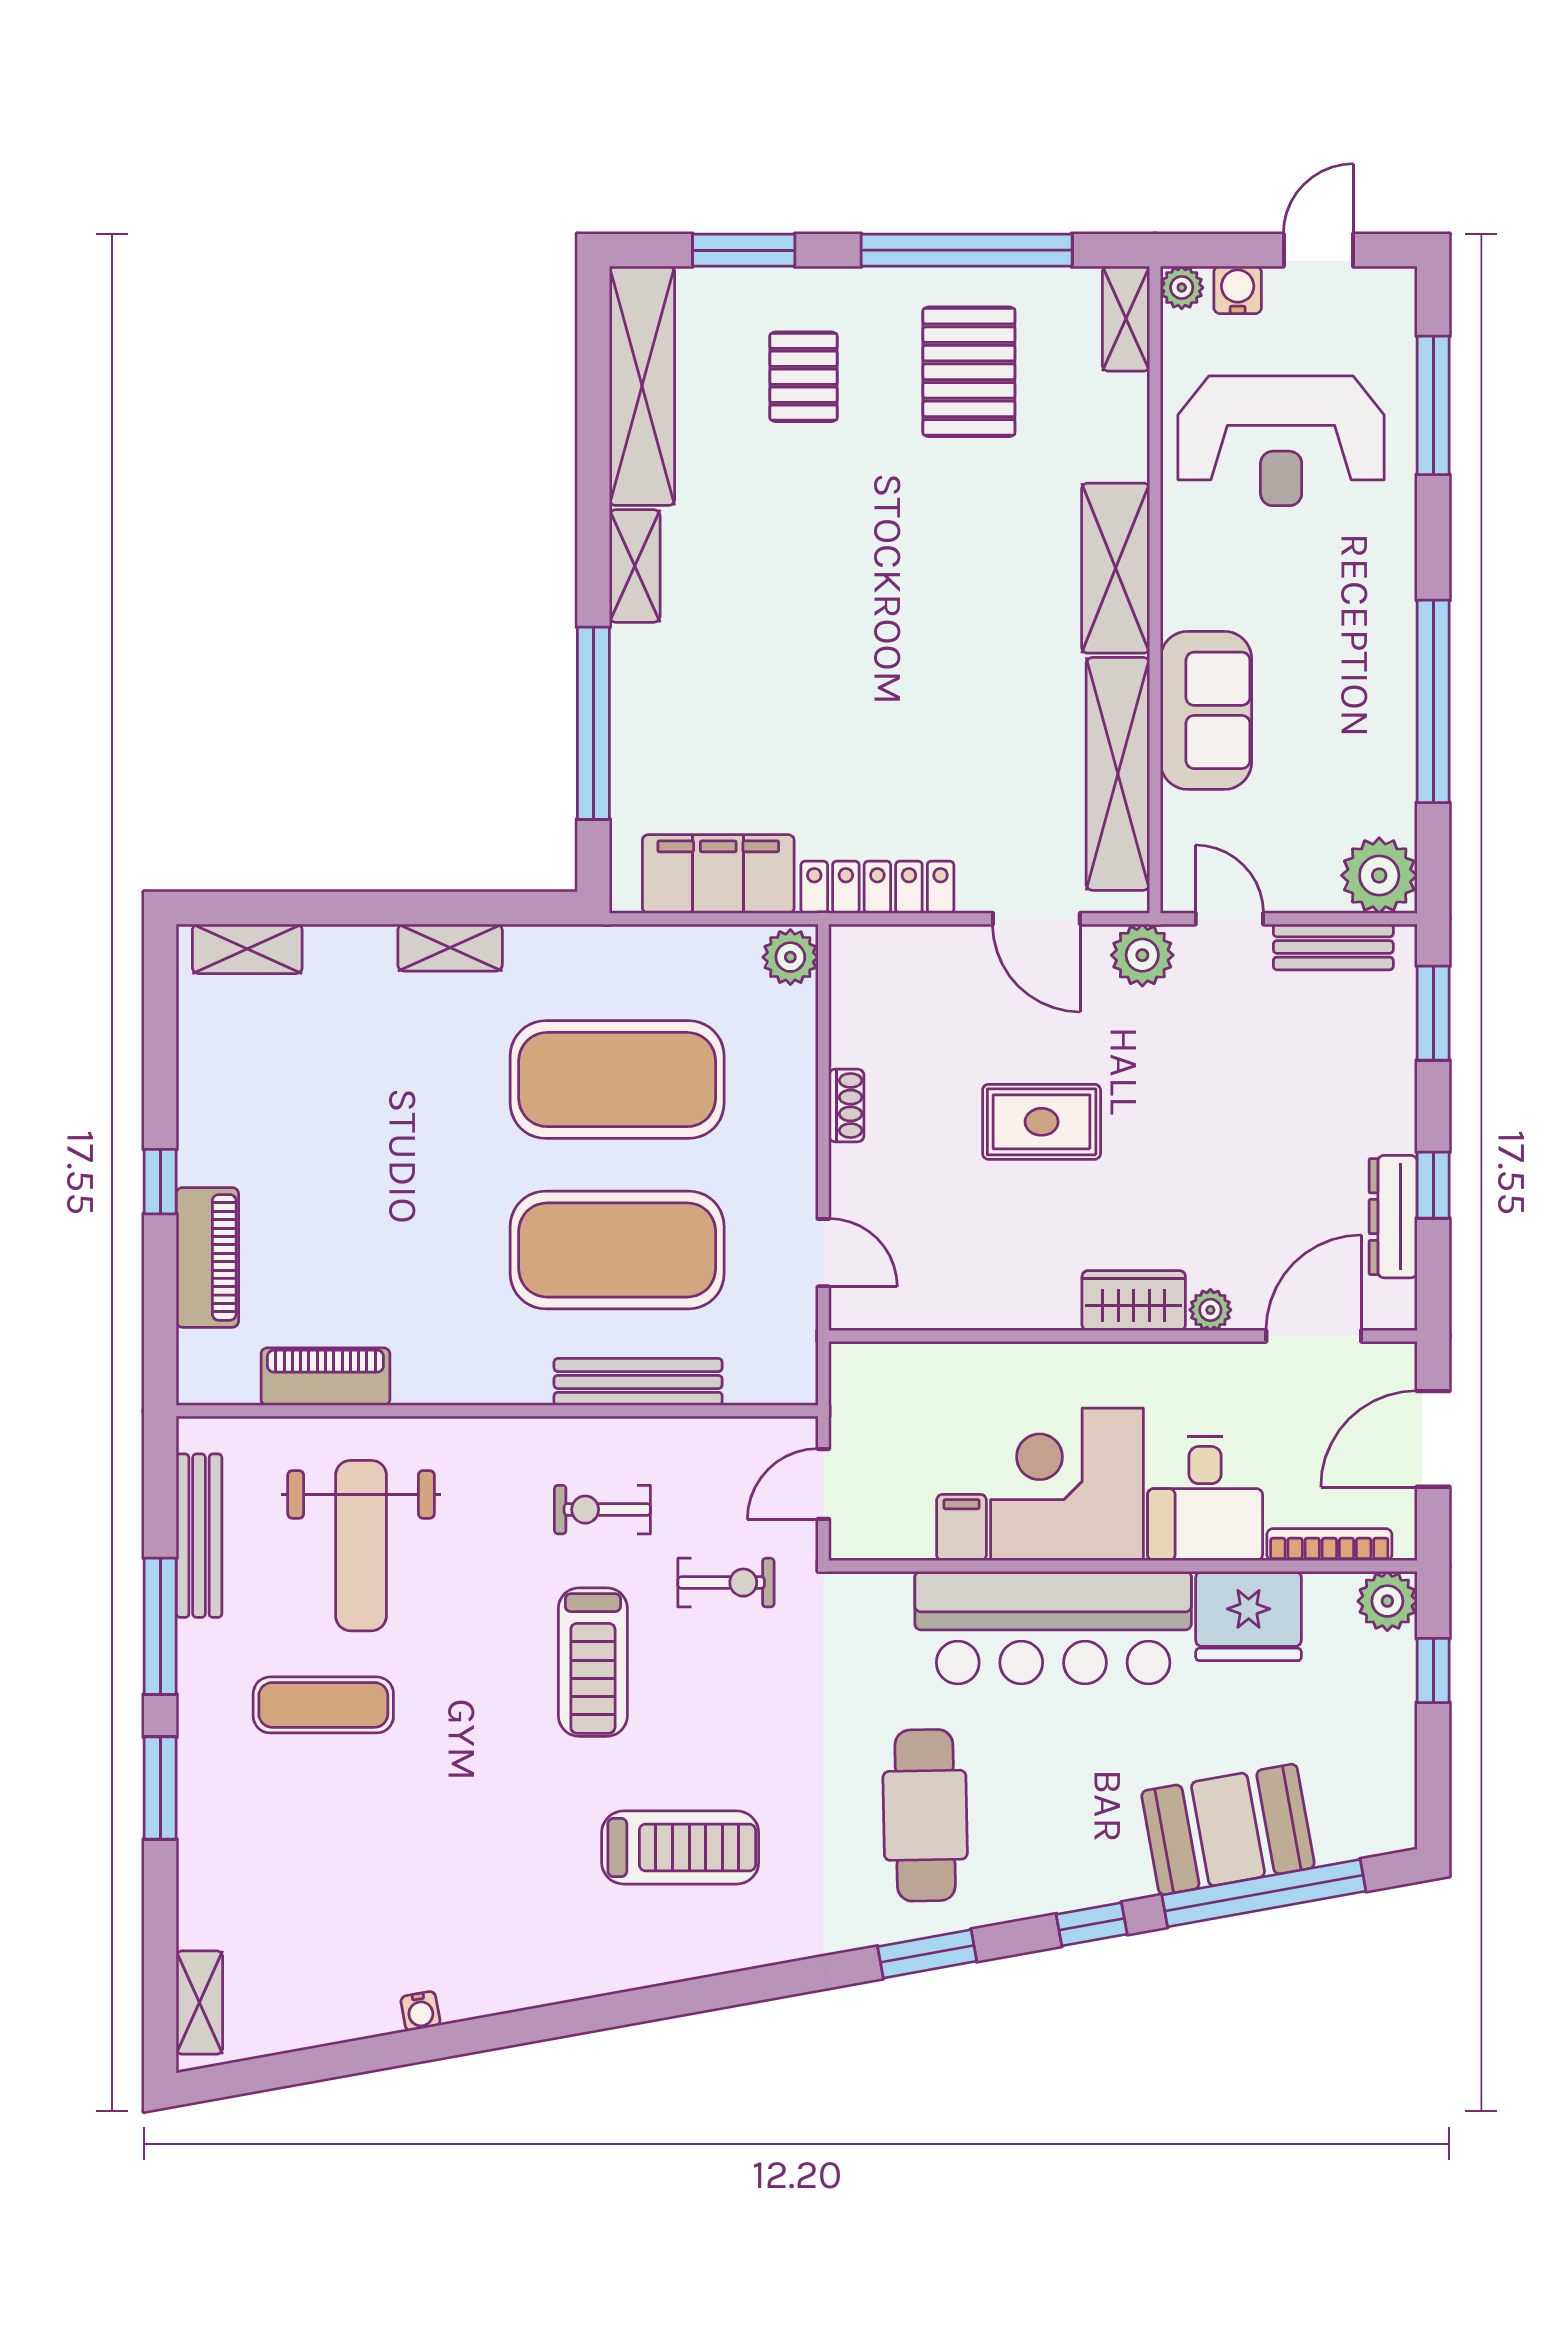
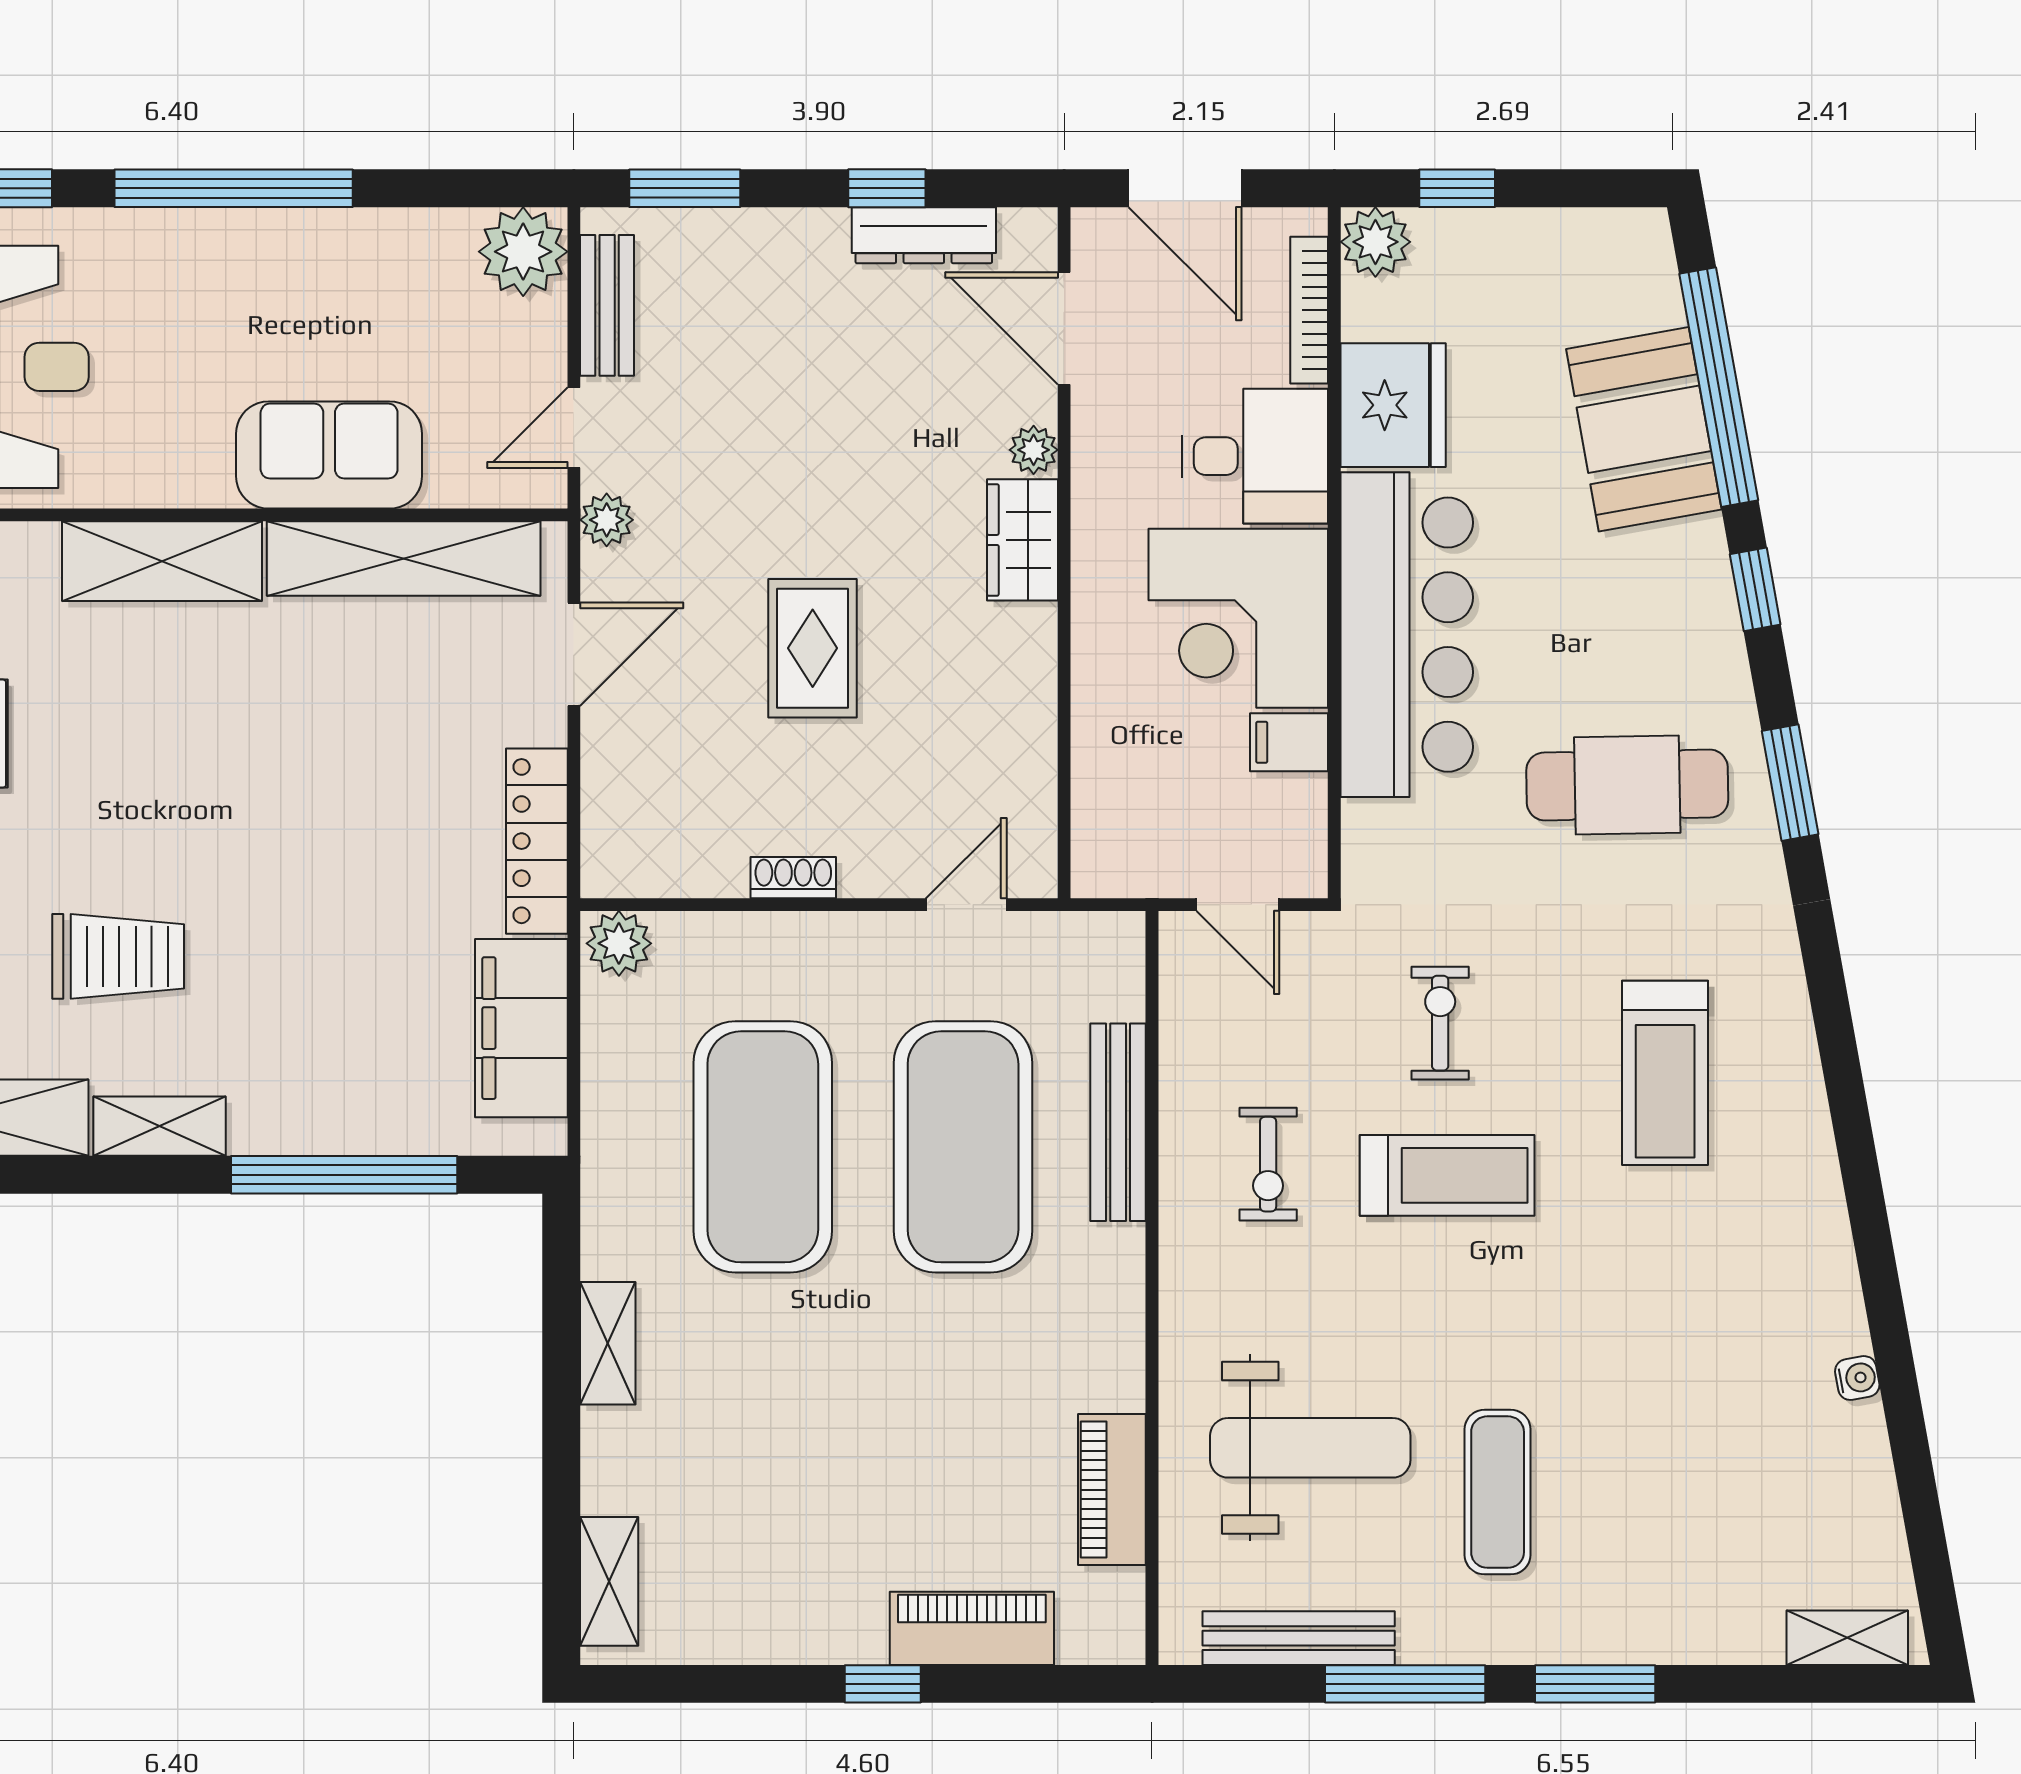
trolley: (779, 531) -> (118, 956), added
window: (1433, 701) -> (234, 188), moved
plant: (1142, 955) -> (607, 520), width x0.73, depth x0.73
exercise bike: (726, 1583) -> (1440, 1023), moved
treadmill: (680, 1847) -> (1665, 1073), turned 180

